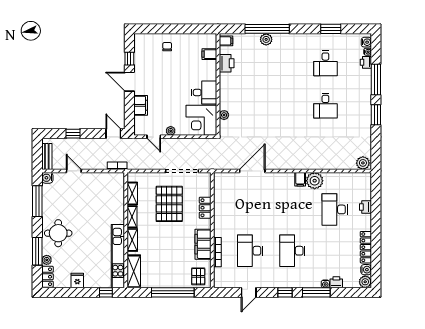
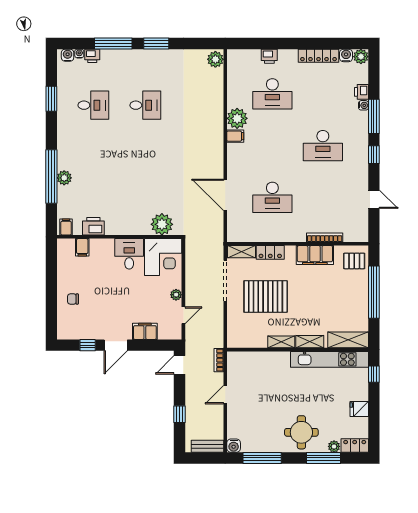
plant: (224, 115) -> (162, 224), width x1.88, depth x1.88
door: (74, 171) -> (225, 395), moved
shelving: (132, 194) -> (241, 252), moved
desk: (250, 251) -> (272, 197), moved

